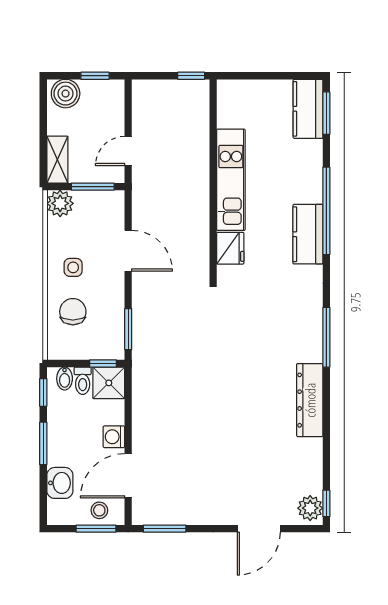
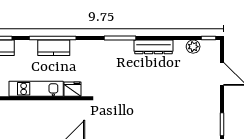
kitchen counter: (308, 234) -> (54, 48), moved
plant: (310, 508) -> (193, 47), moved

